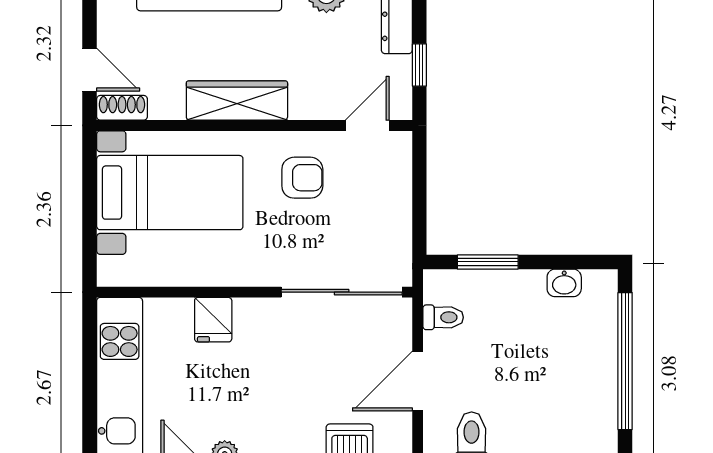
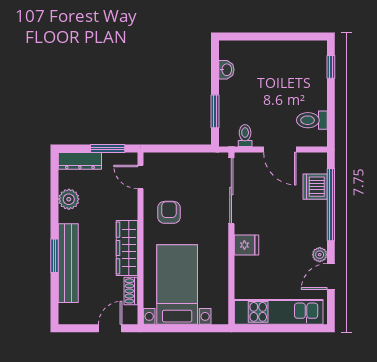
window: (419, 65) -> (108, 149), width x1.50
shoe rack: (122, 108) -> (131, 291), moved
fridge: (213, 320) -> (246, 245), moved
window: (625, 361) -> (269, 37), removed

